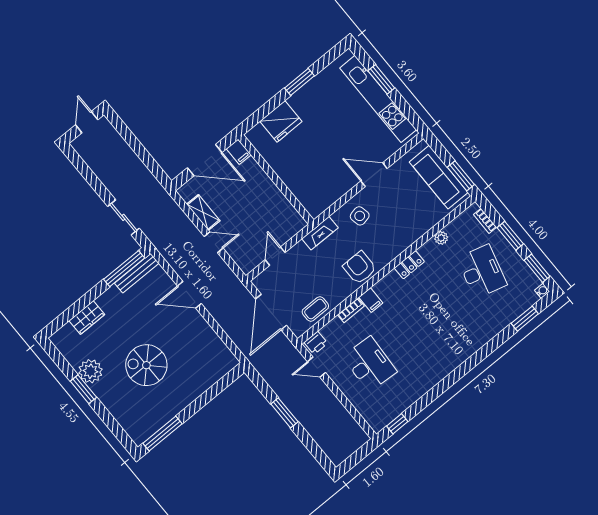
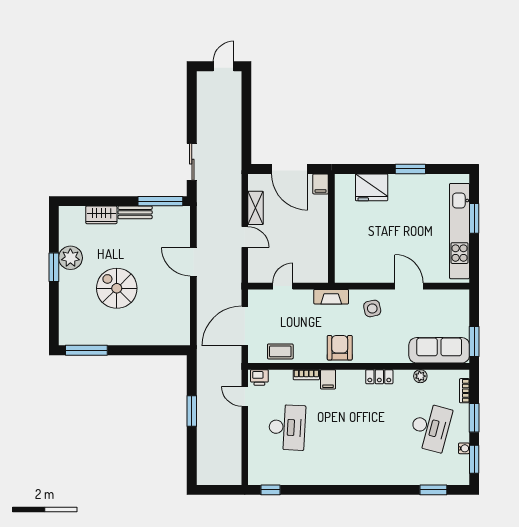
sofa: (439, 177) -> (439, 350), moved, turned 90
bench: (137, 273) -> (135, 212), moved, width x0.73
water cooler: (542, 291) -> (464, 448), moved

